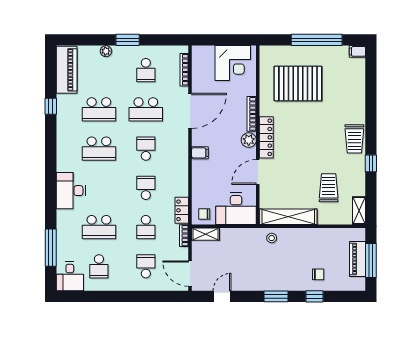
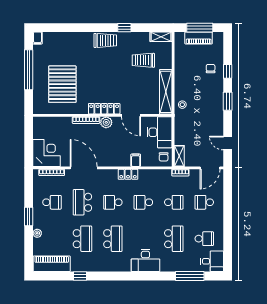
corner desk: (233, 63) -> (46, 153), moved
school desk: (146, 109) -> (82, 202), turned 180
filing cabinet: (200, 153) -> (136, 160), moved
locker: (182, 210) -> (128, 174), moved

